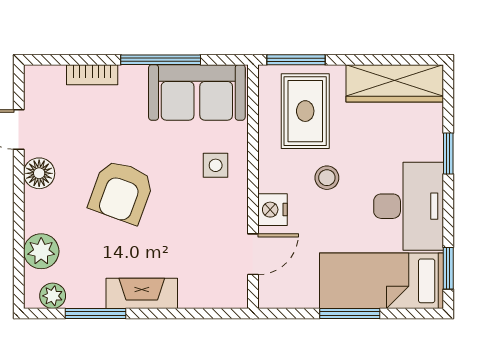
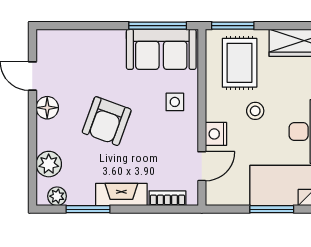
window: (161, 60) -> (158, 26), moved
bookcase: (92, 75) -> (167, 198), moved, turned 180

